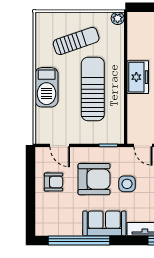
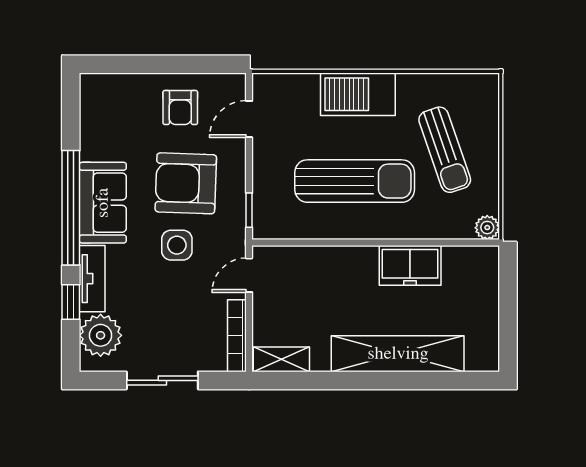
freezer: (138, 77) -> (410, 265), moved
armchair: (94, 179) -> (186, 183), turned 92
window: (79, 240) -> (71, 208), moved

